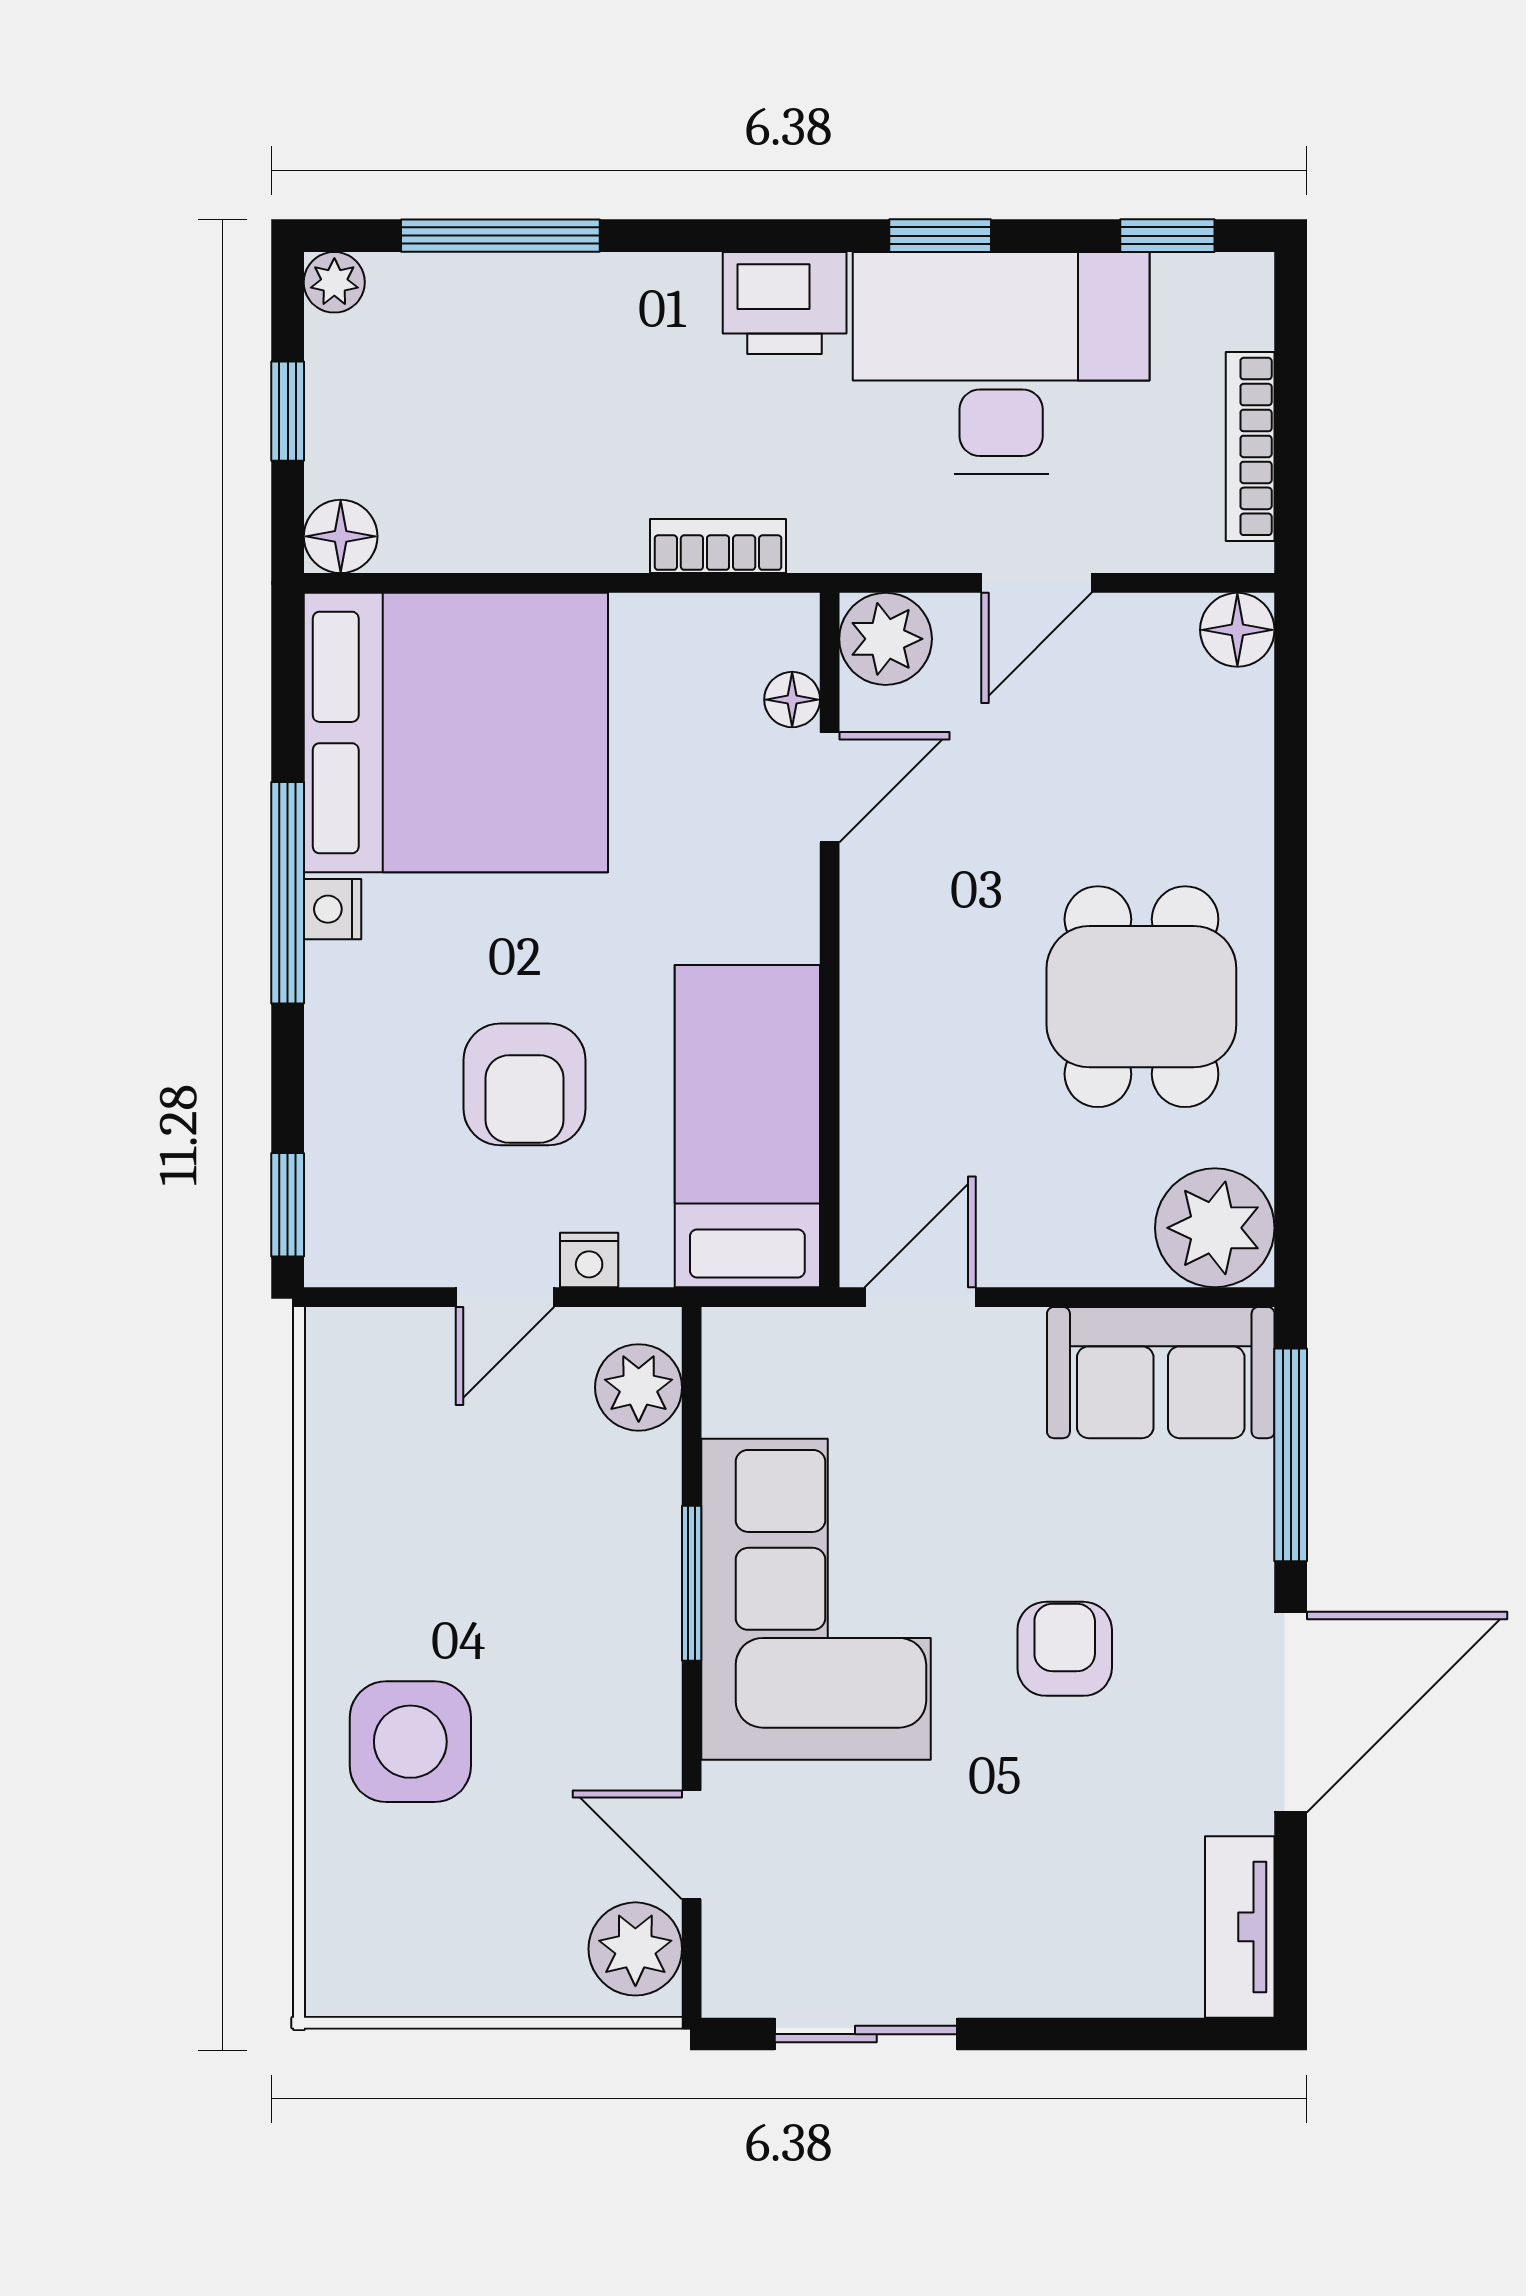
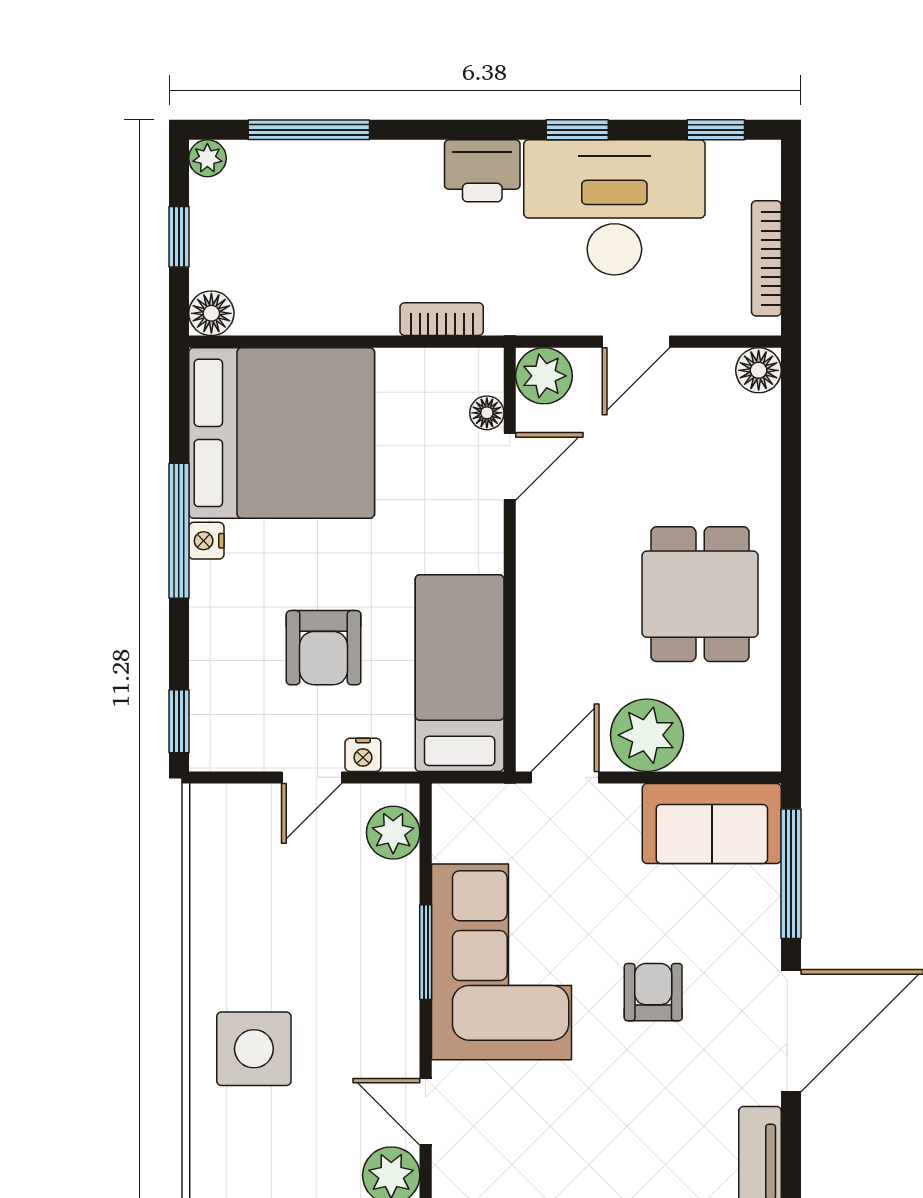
plant: (1215, 1228) -> (647, 735), moved

